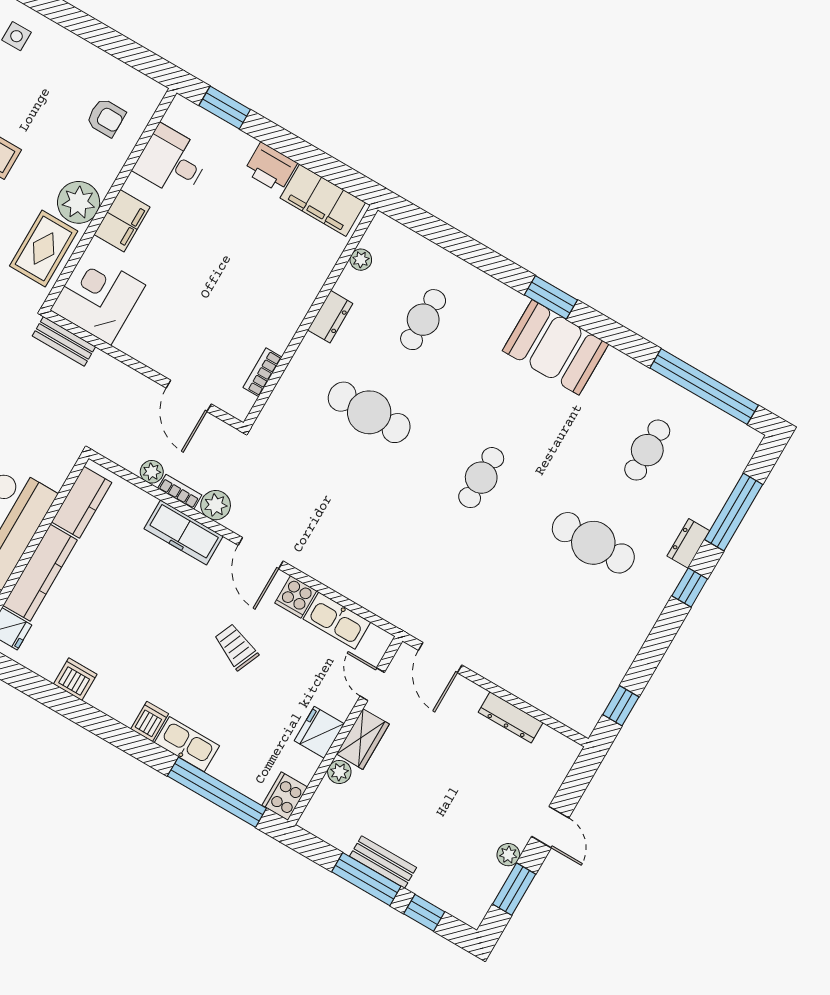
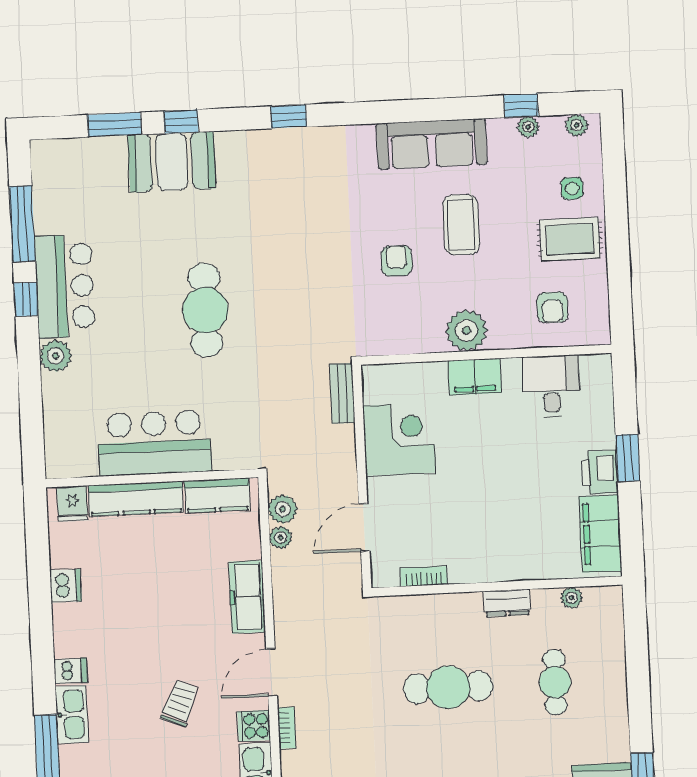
window: (225, 108) -> (628, 458), moved
rug: (44, 249) -> (570, 239), moved
corner desk: (98, 297) -> (399, 439), moved
cafe table: (423, 320) -> (555, 682), turned 90
cafe table: (369, 412) -> (448, 687), turned 90
bookcase: (180, 492) -> (287, 728), moved
plant: (216, 505) -> (283, 509), moved

